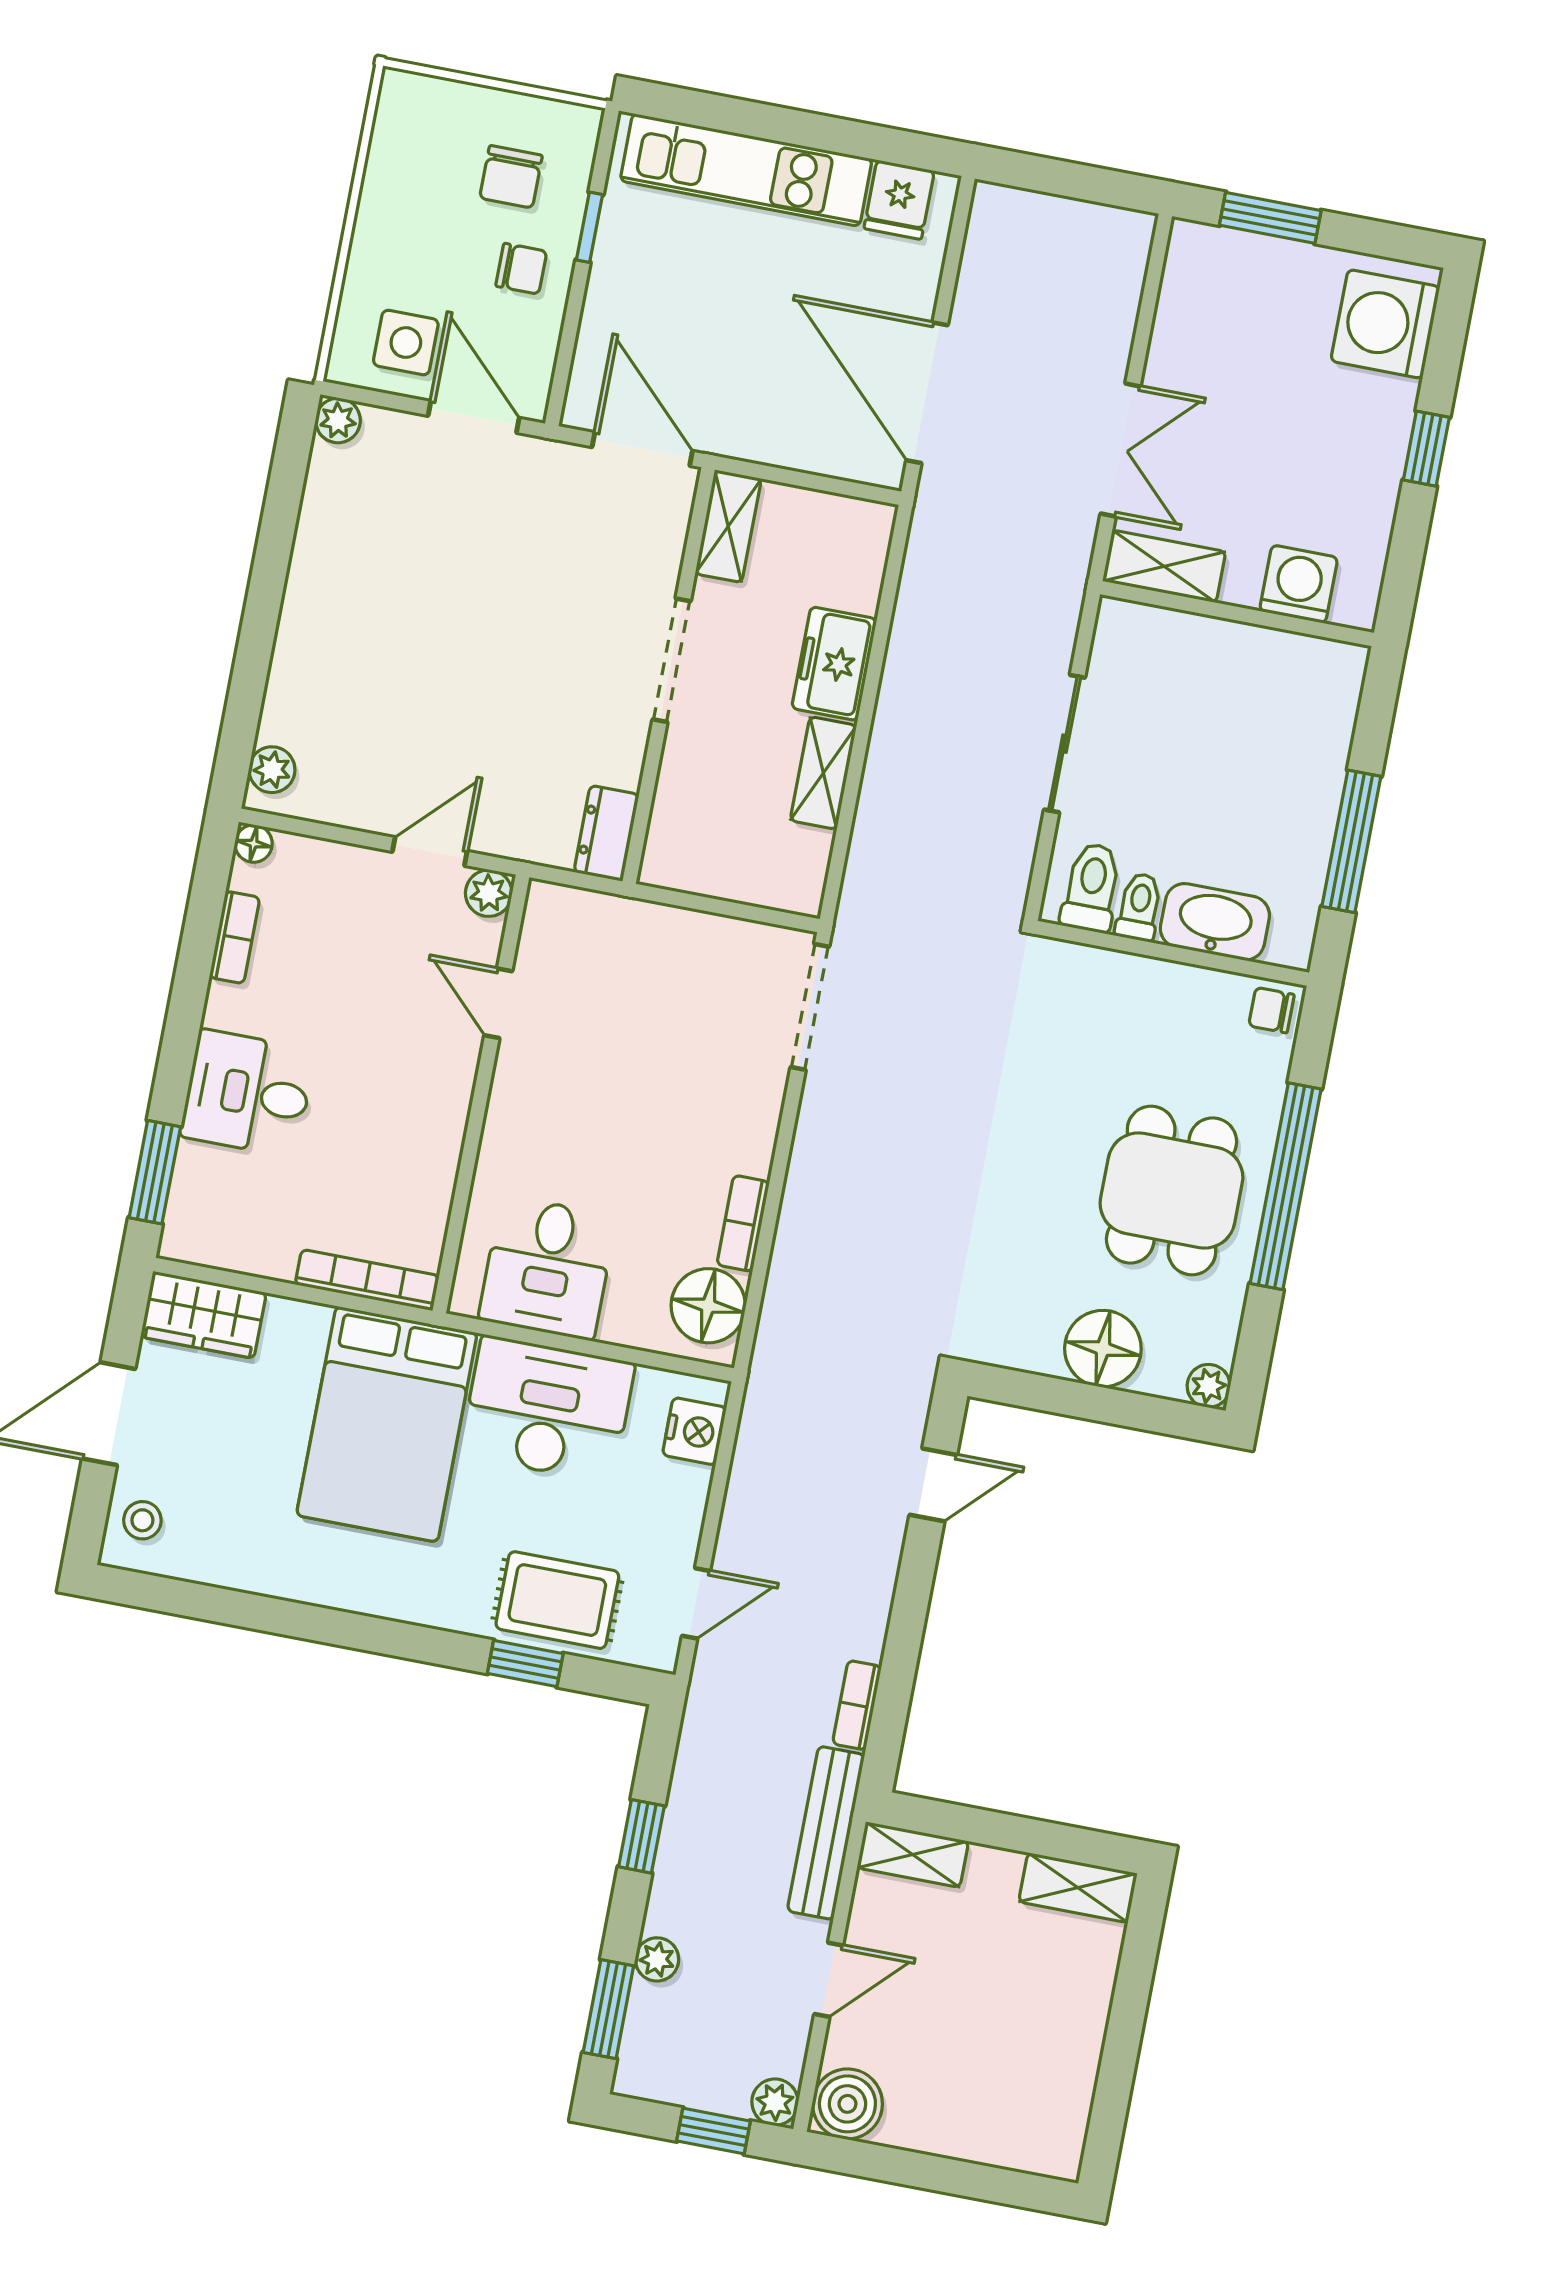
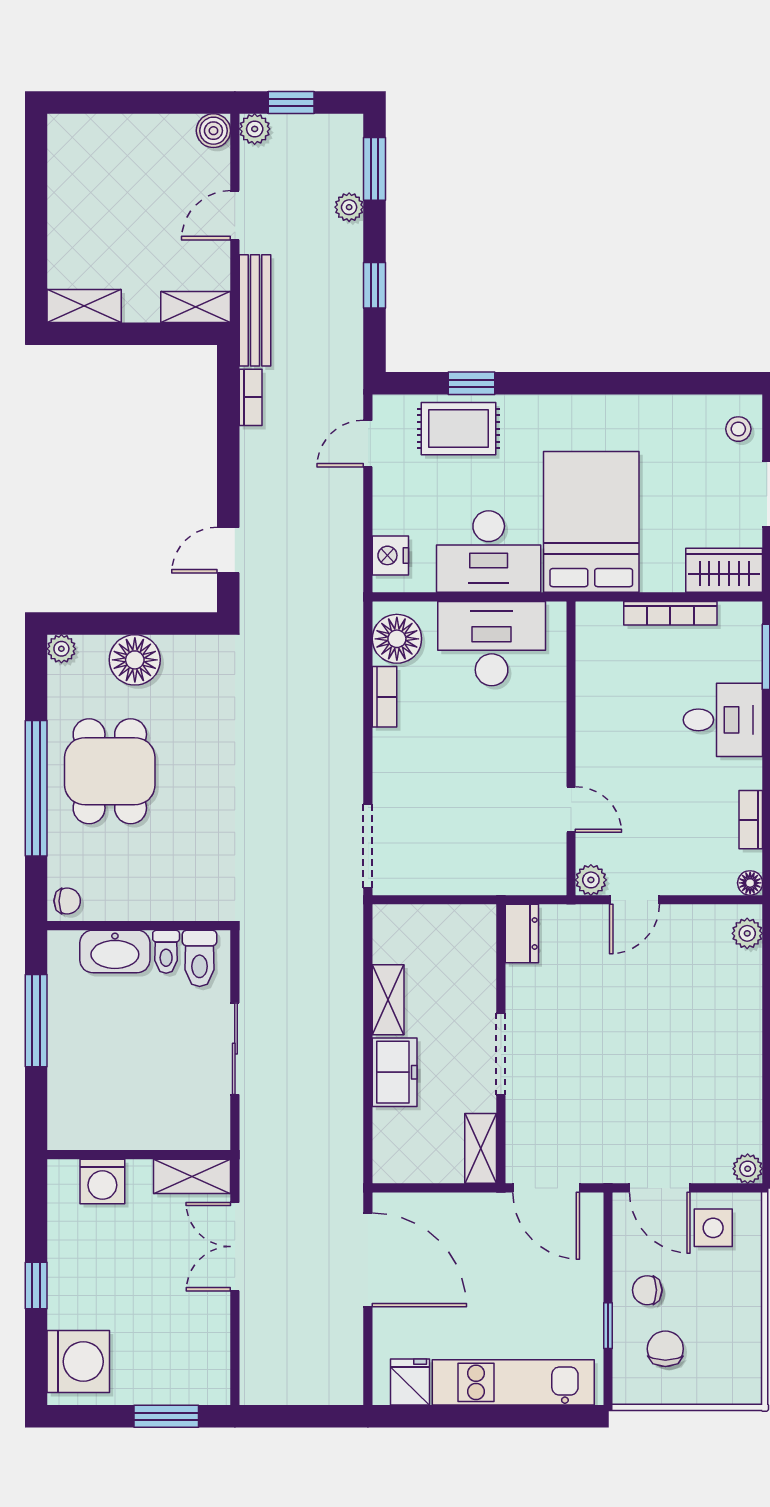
desk: (547, 1268) -> (492, 644), width x1.37
bookcase: (367, 1280) -> (670, 613), moved
boiler: (847, 2104) -> (213, 131), width x0.73, depth x0.73

